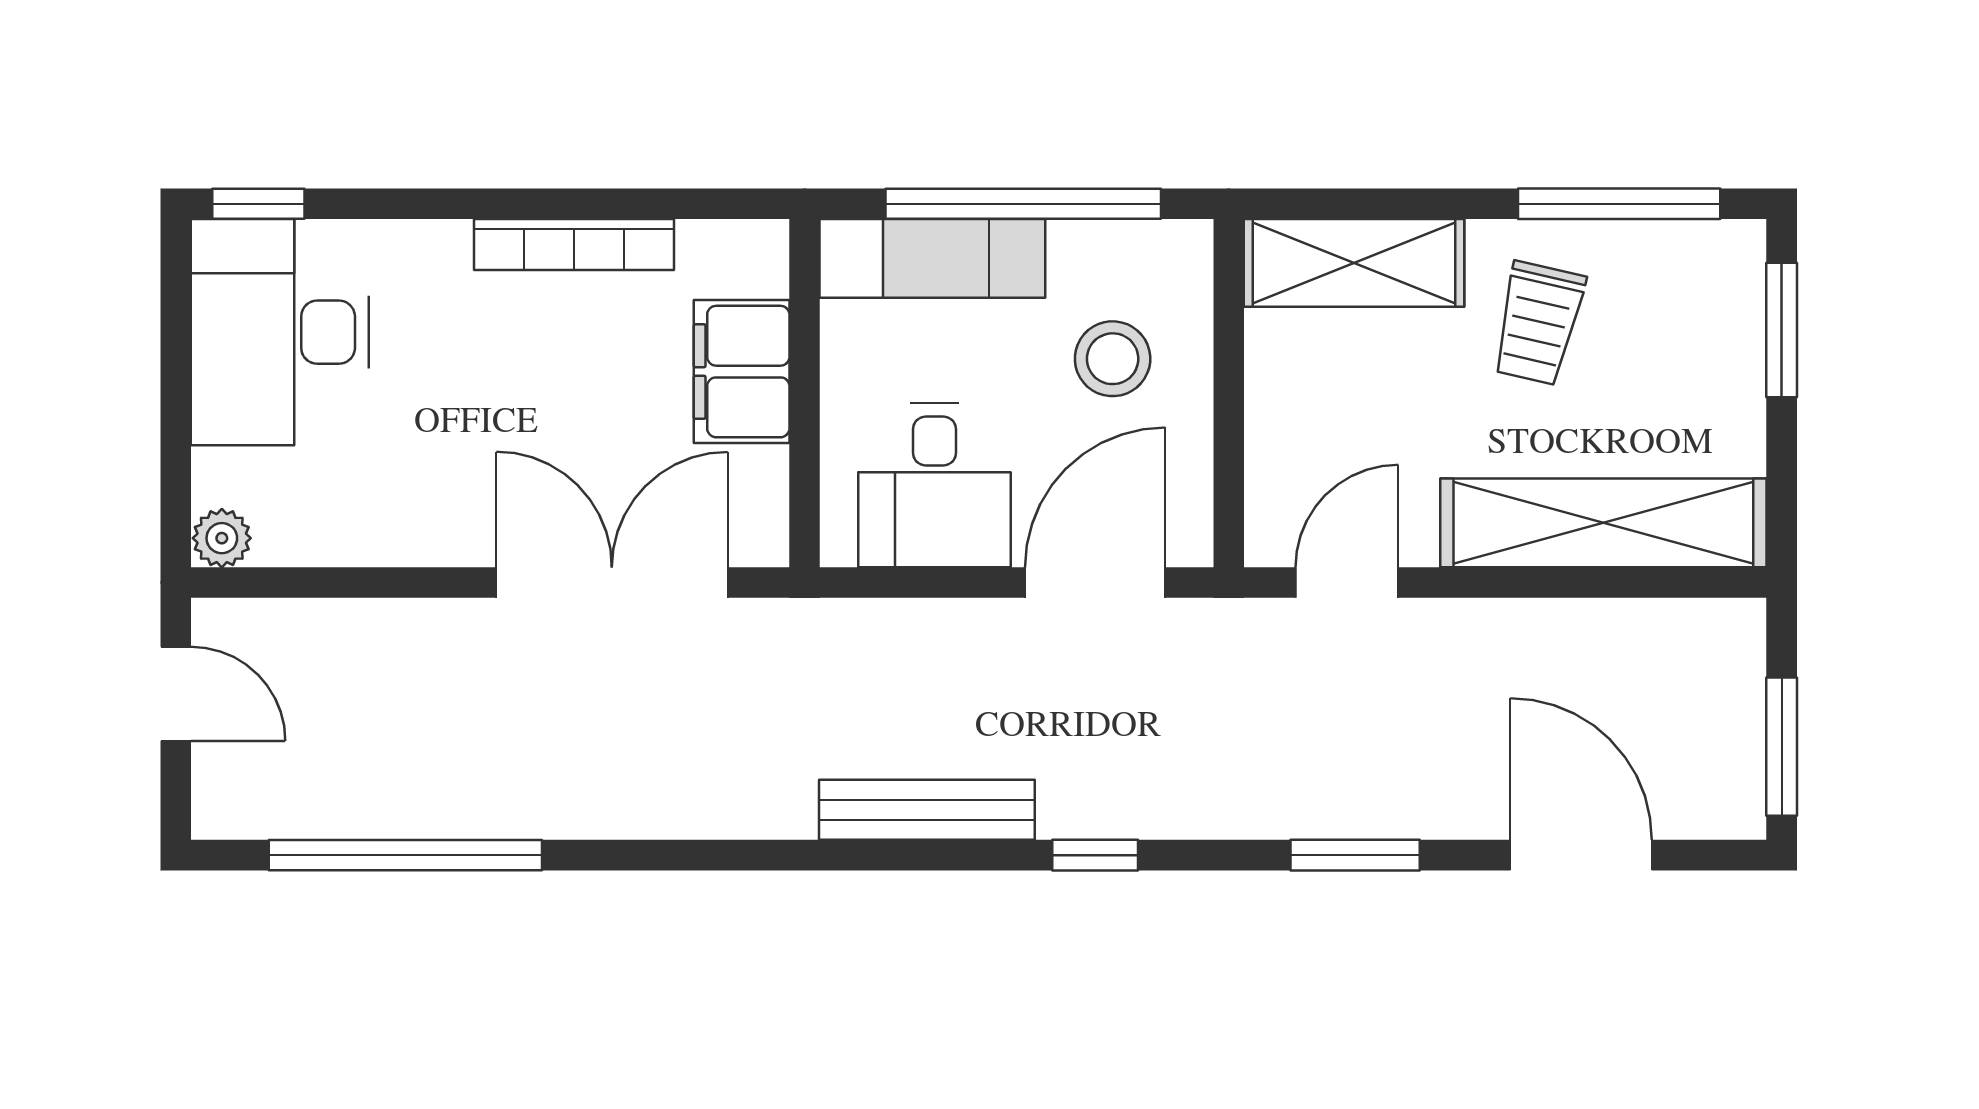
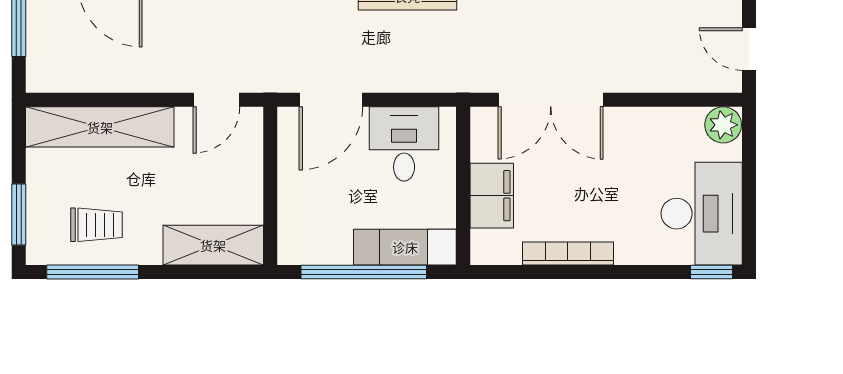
trolley: (1538, 323) -> (97, 225), moved, turned 77
stool: (1113, 359) -> (323, 201), removed
plant: (222, 538) -> (723, 125), width x1.38, depth x1.38

